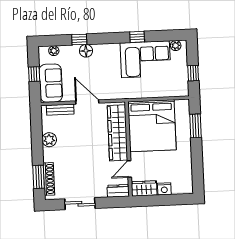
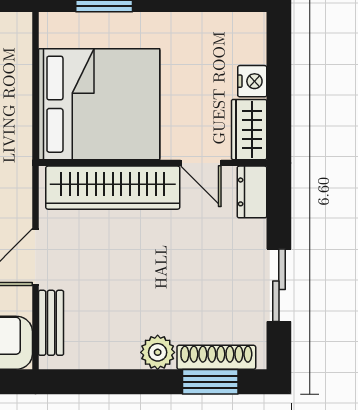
plant: (49, 140) -> (158, 352), moved

